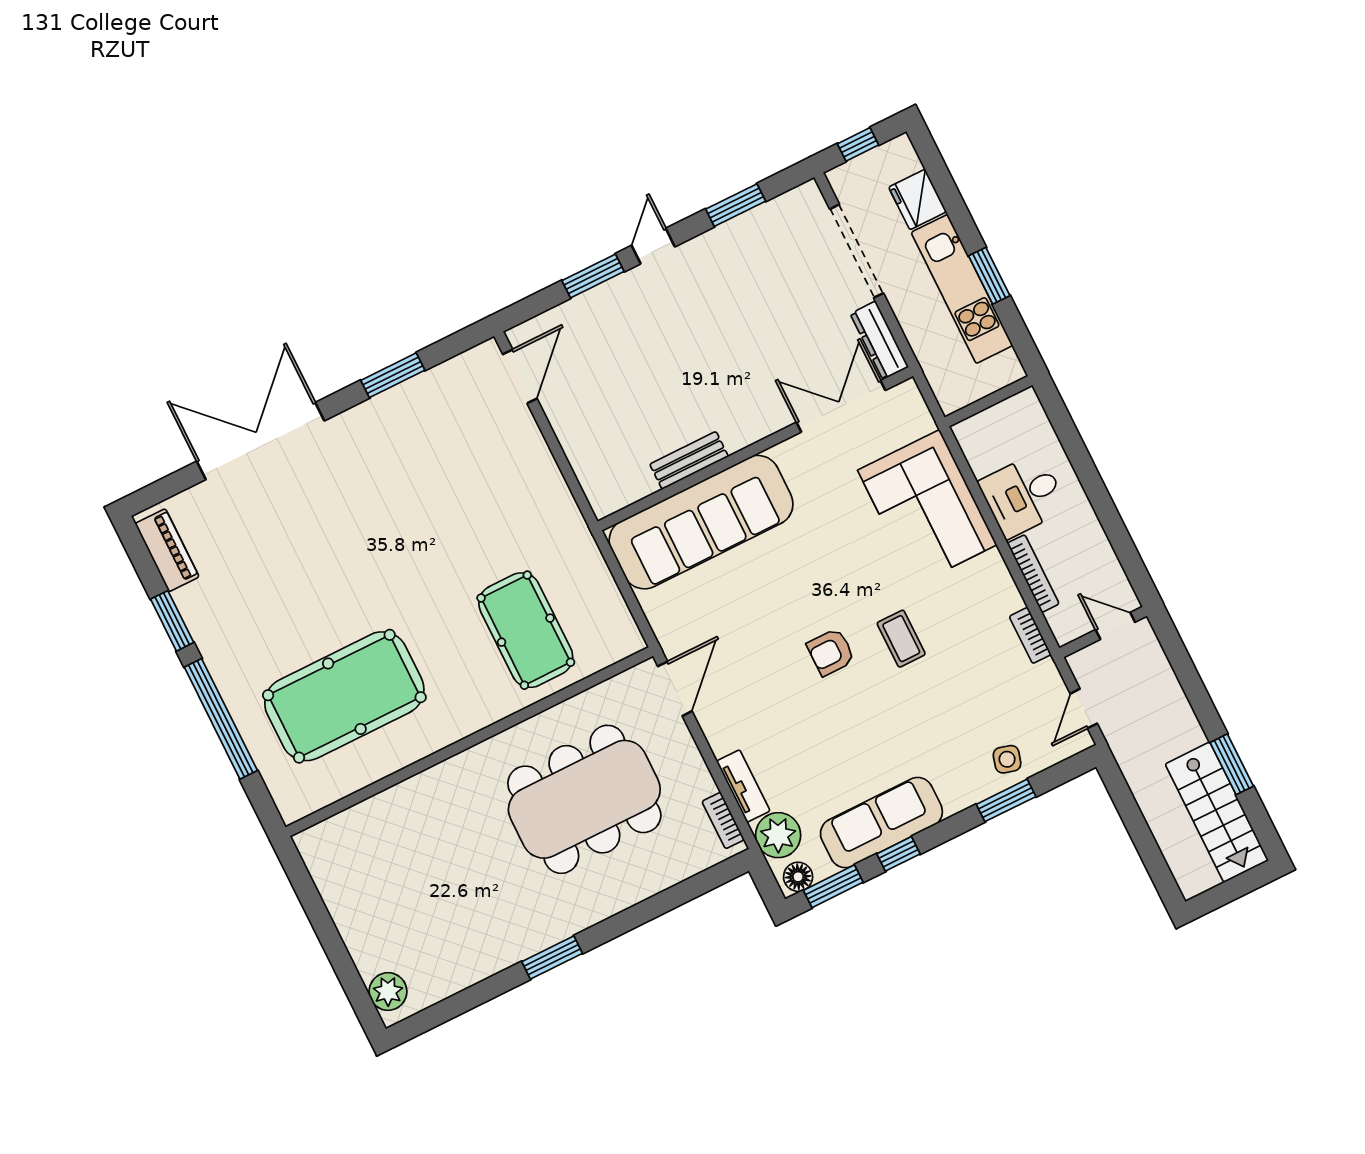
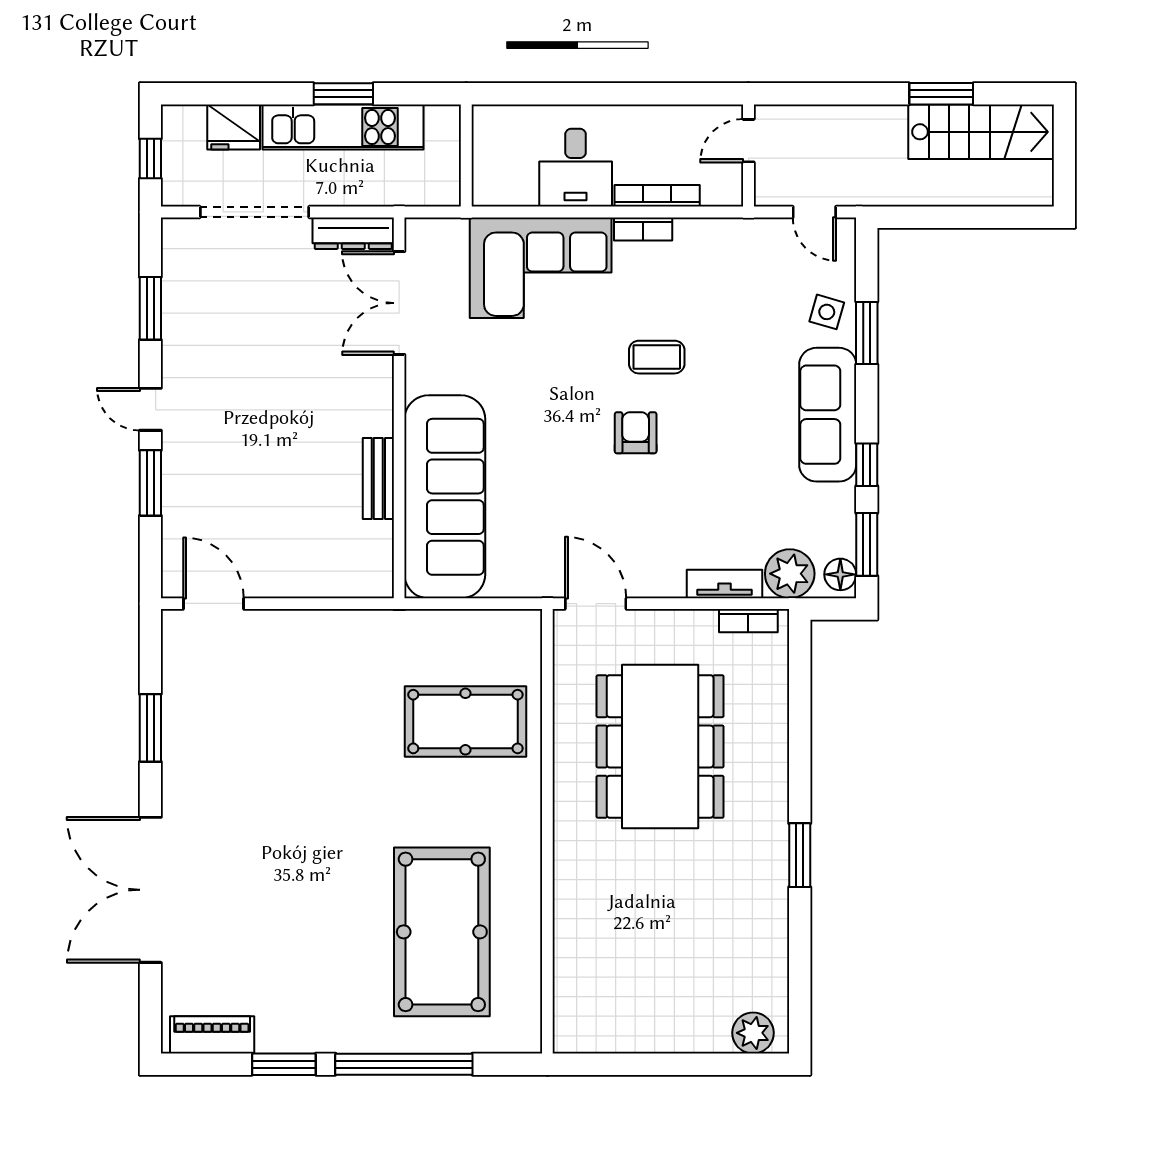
bookcase: (1030, 635) -> (643, 229), moved
armchair: (831, 652) -> (636, 433), turned 180
sofa: (881, 823) -> (828, 415), moved

